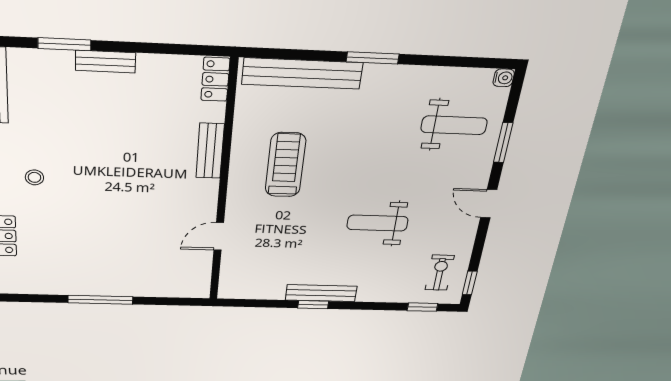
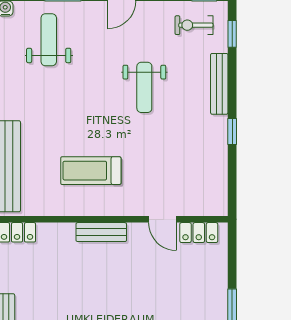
bench: (210, 151) -> (101, 232), moved
locker: (200, 271) -> (199, 233), added
bench: (321, 293) -> (219, 84), moved

